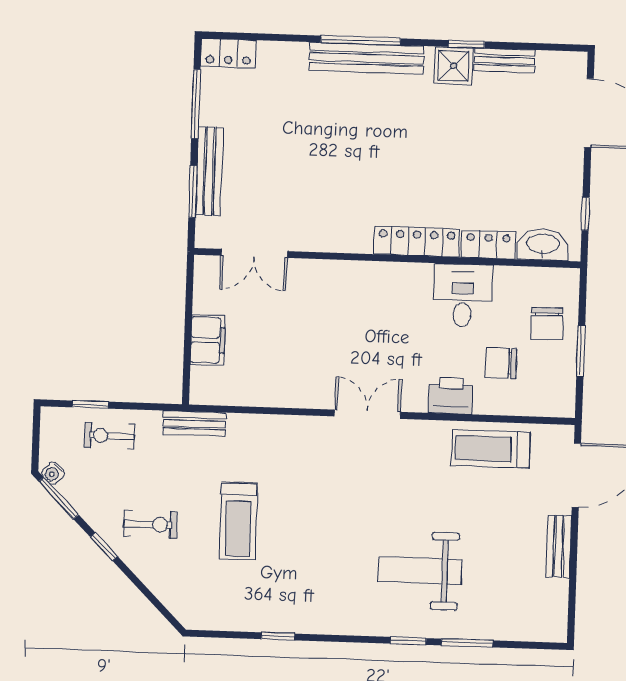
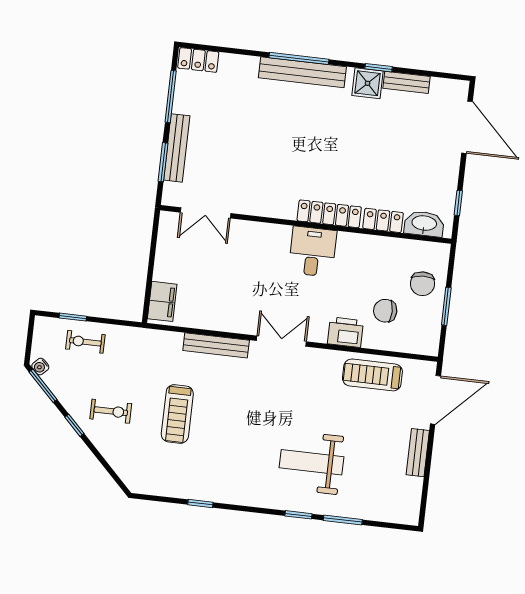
desk: (463, 295) -> (313, 252), moved
filing cabinet: (208, 340) -> (162, 301), moved
bench: (194, 424) -> (216, 345), moved, width x1.36

